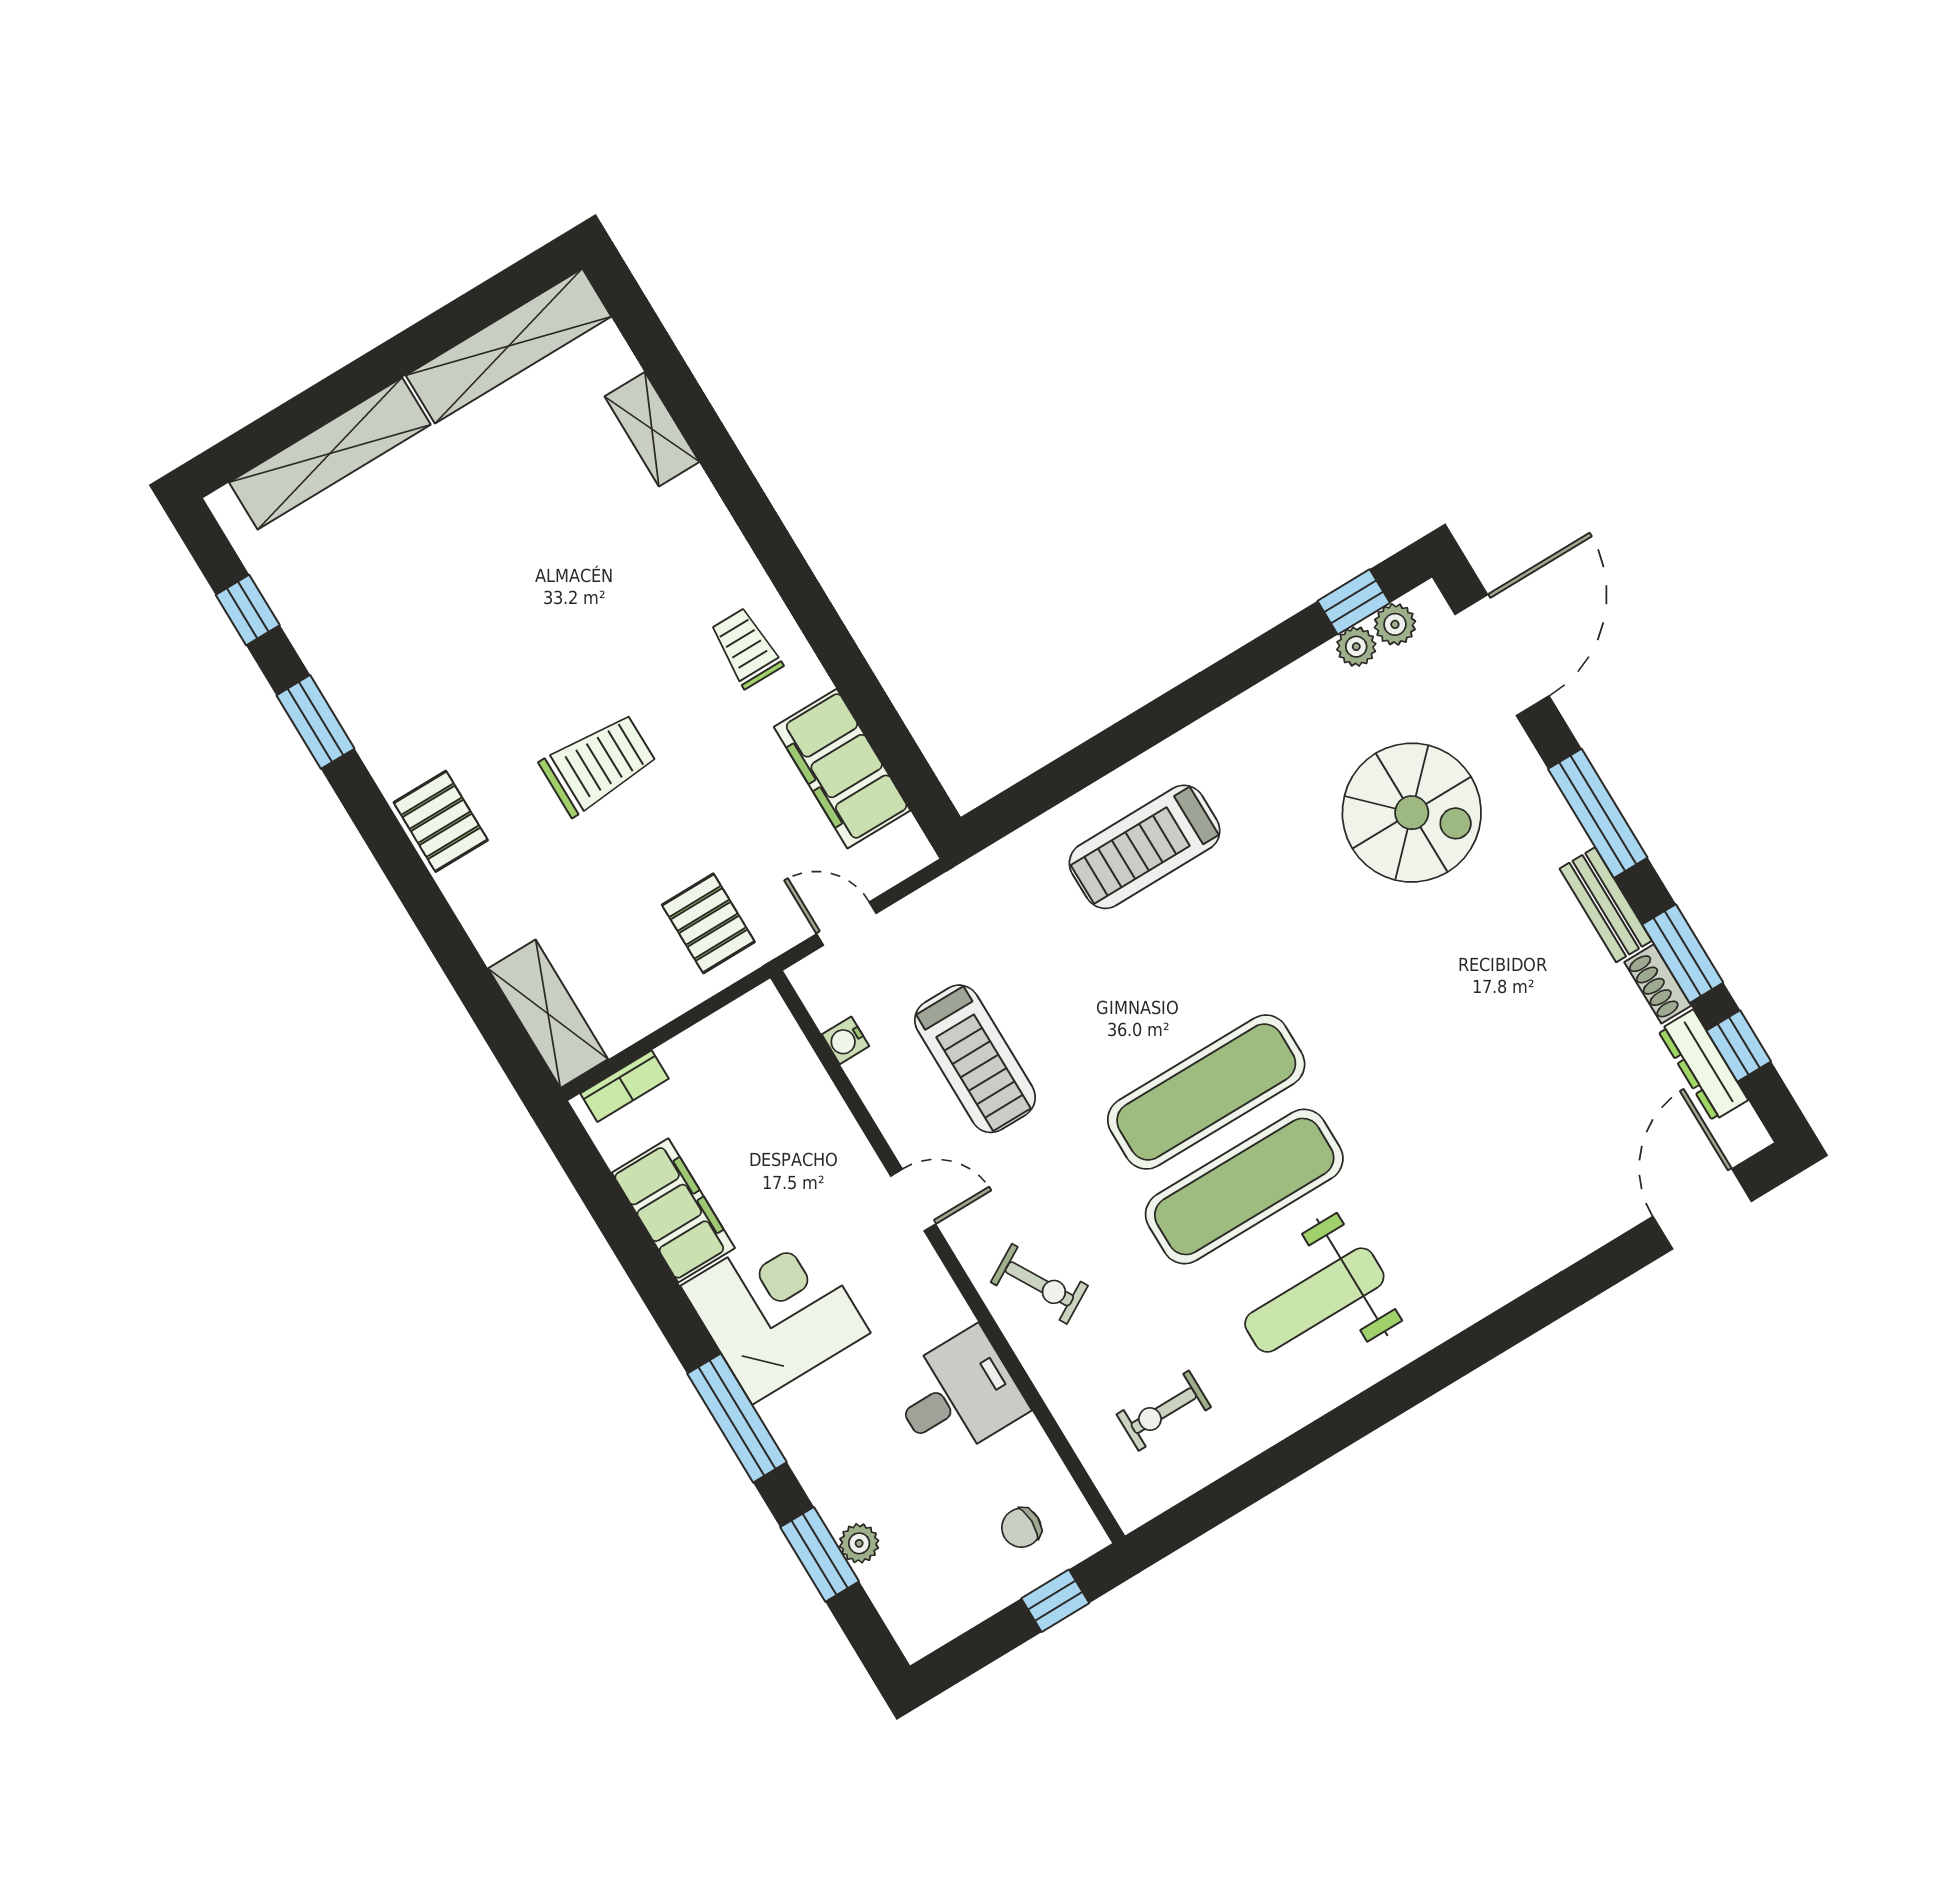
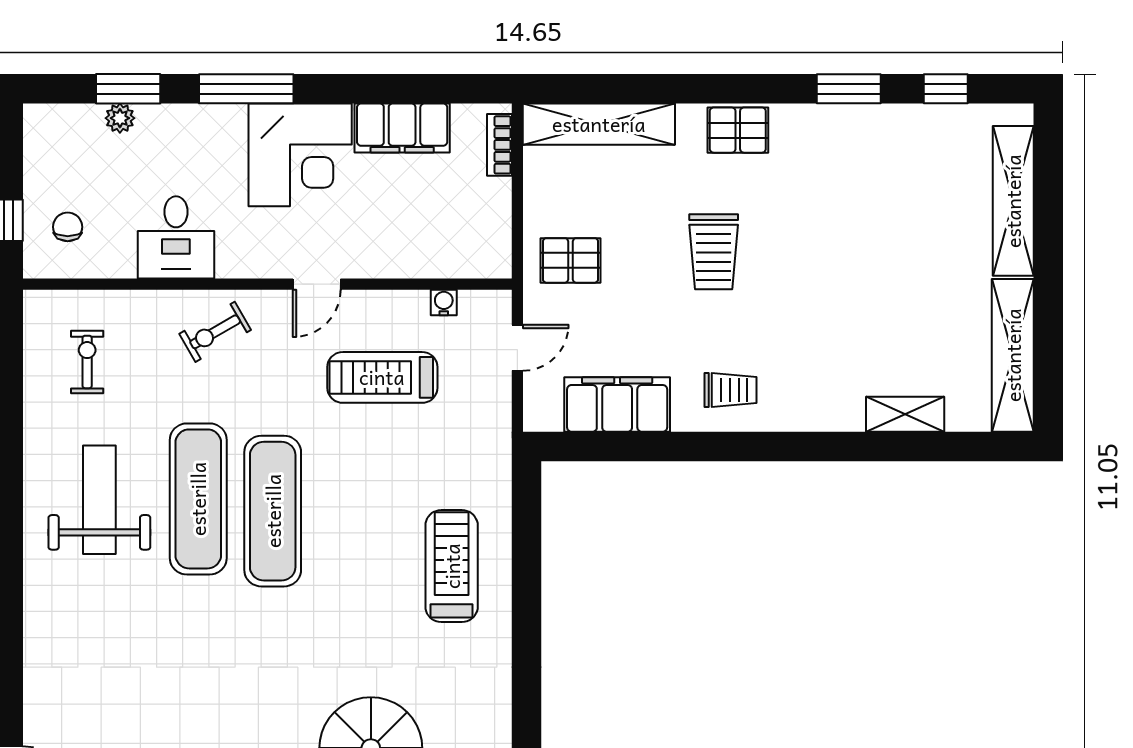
shelving: (548, 1014) -> (599, 124), width x1.47

